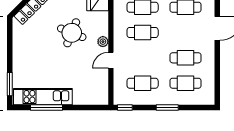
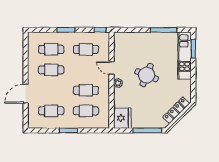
round table: (72, 33) -> (147, 75), moved
door: (111, 60) -> (112, 68), swing flipped
kitchen unit: (43, 97) -> (185, 56), moved, turned 90

